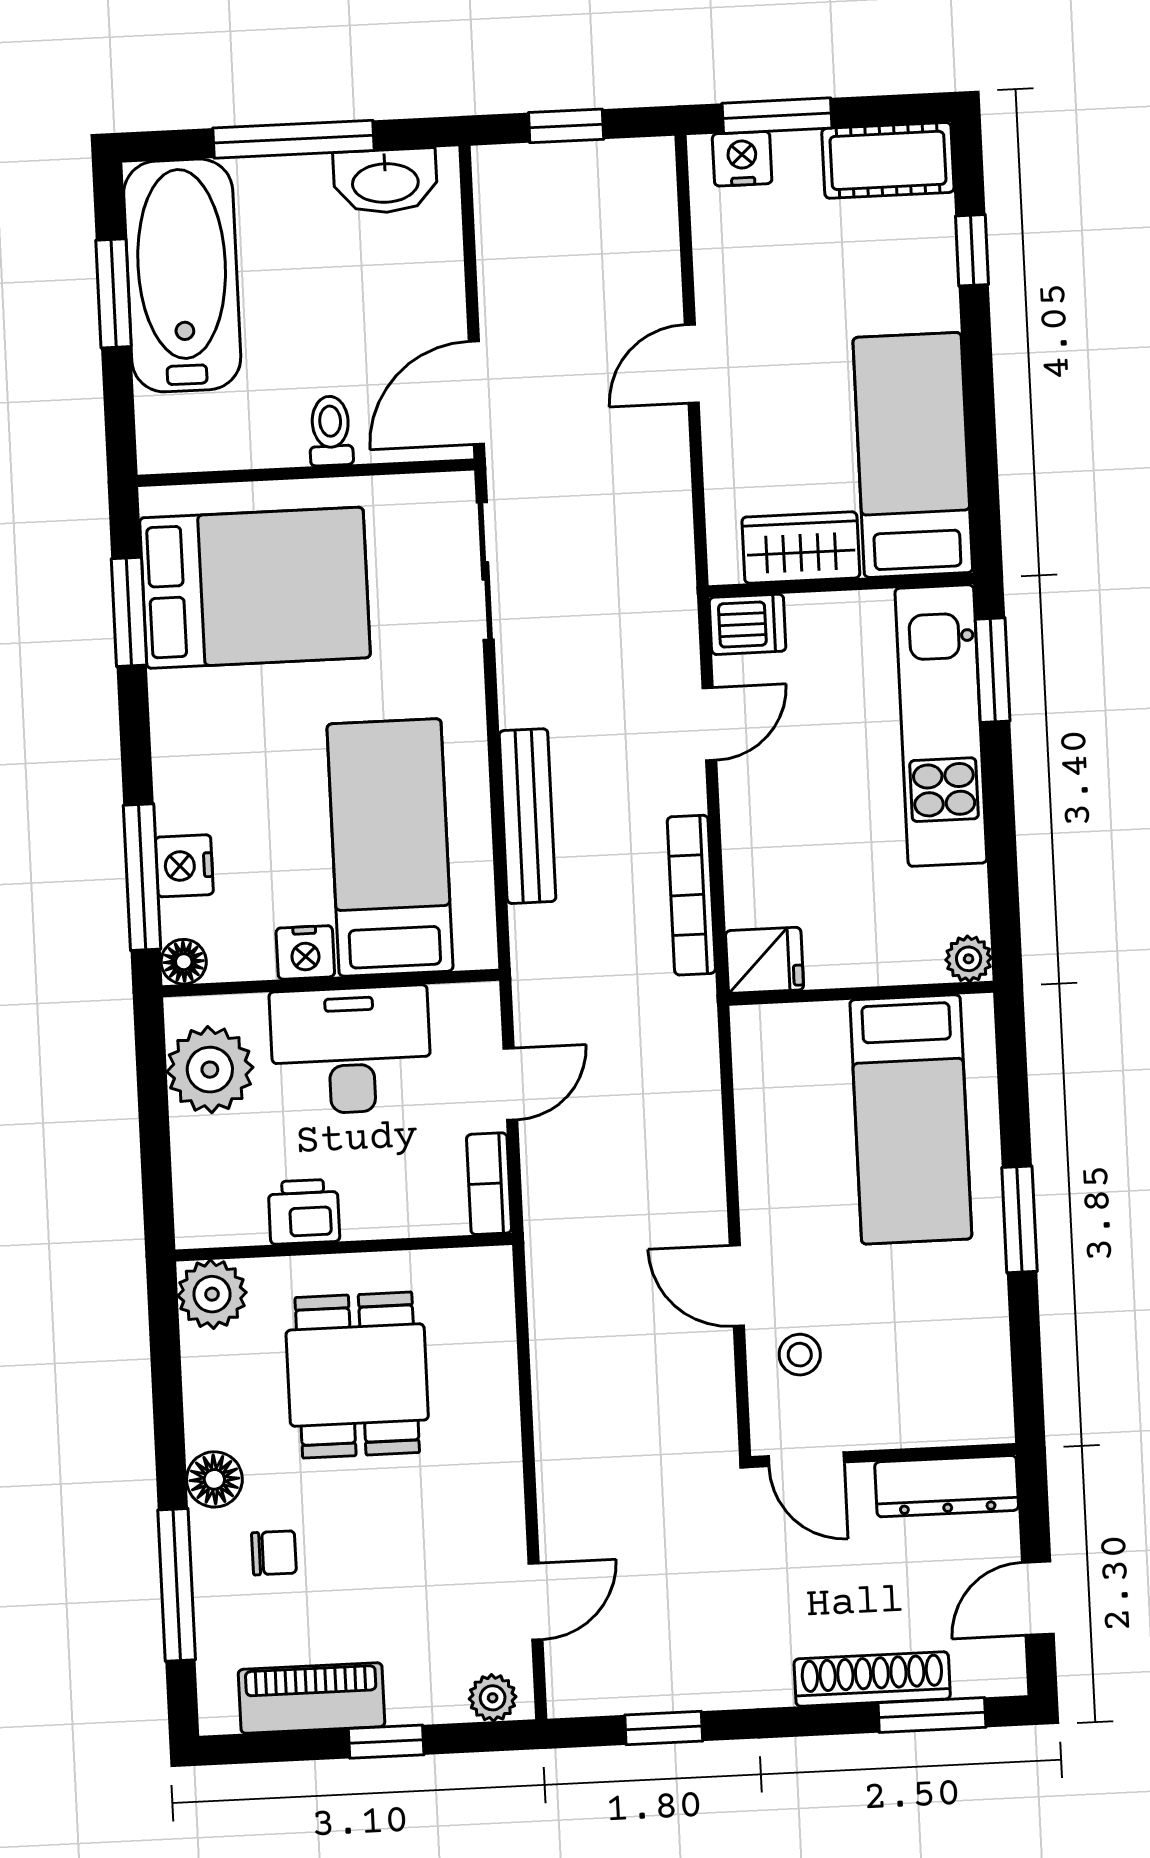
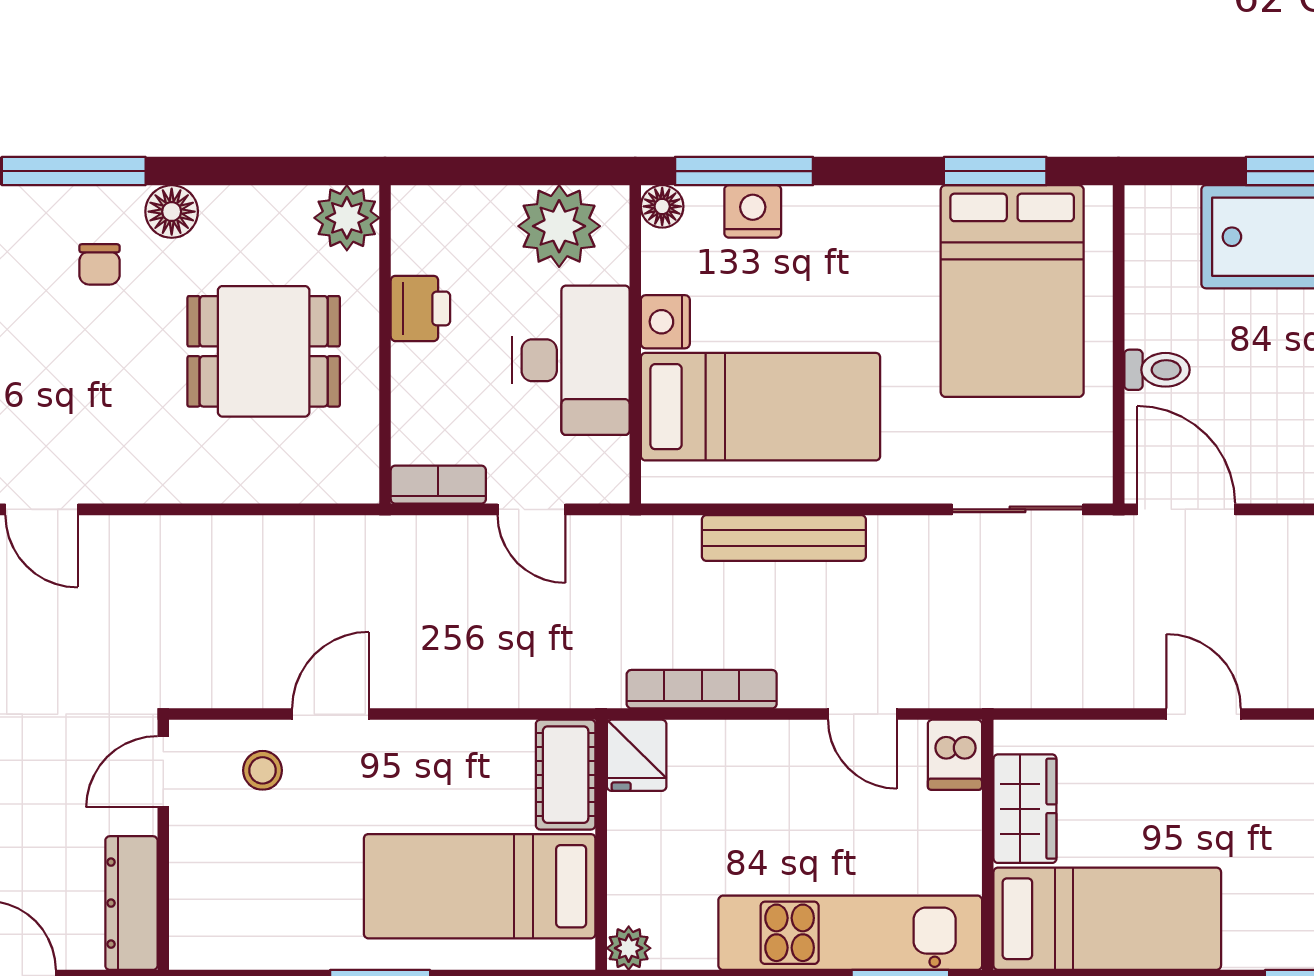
cot: (789, 1034) -> (566, 775), added

